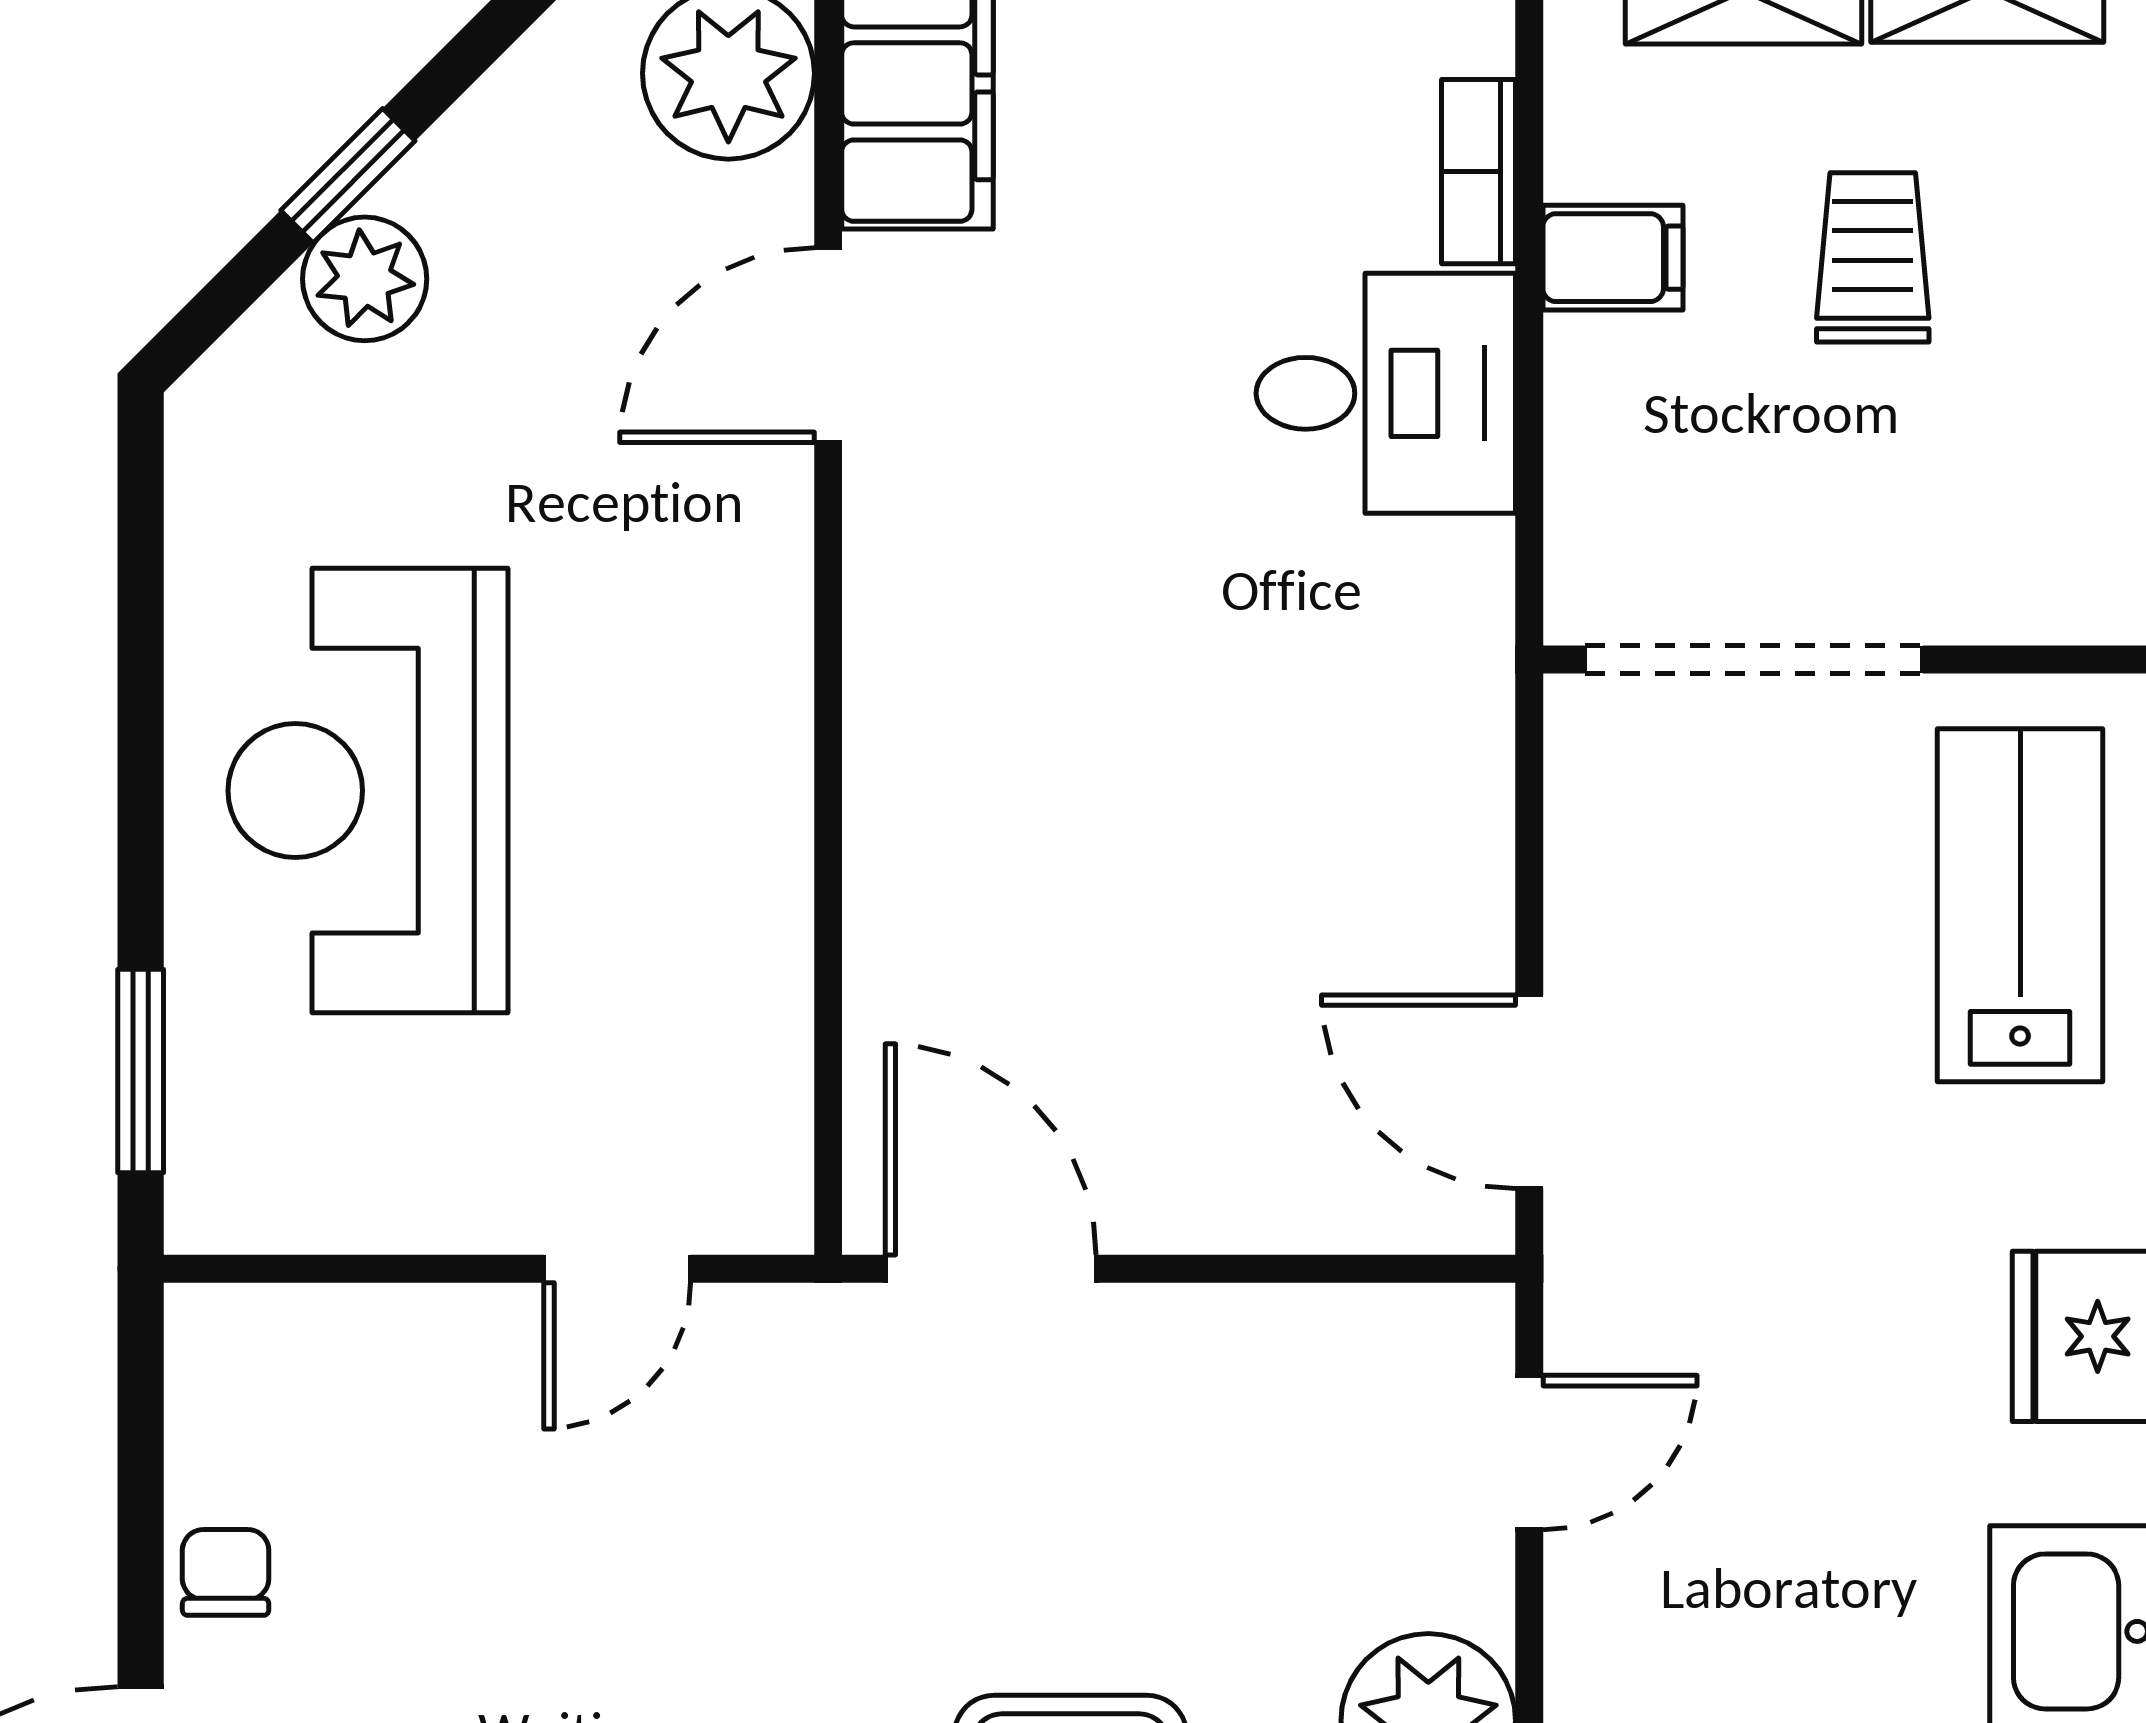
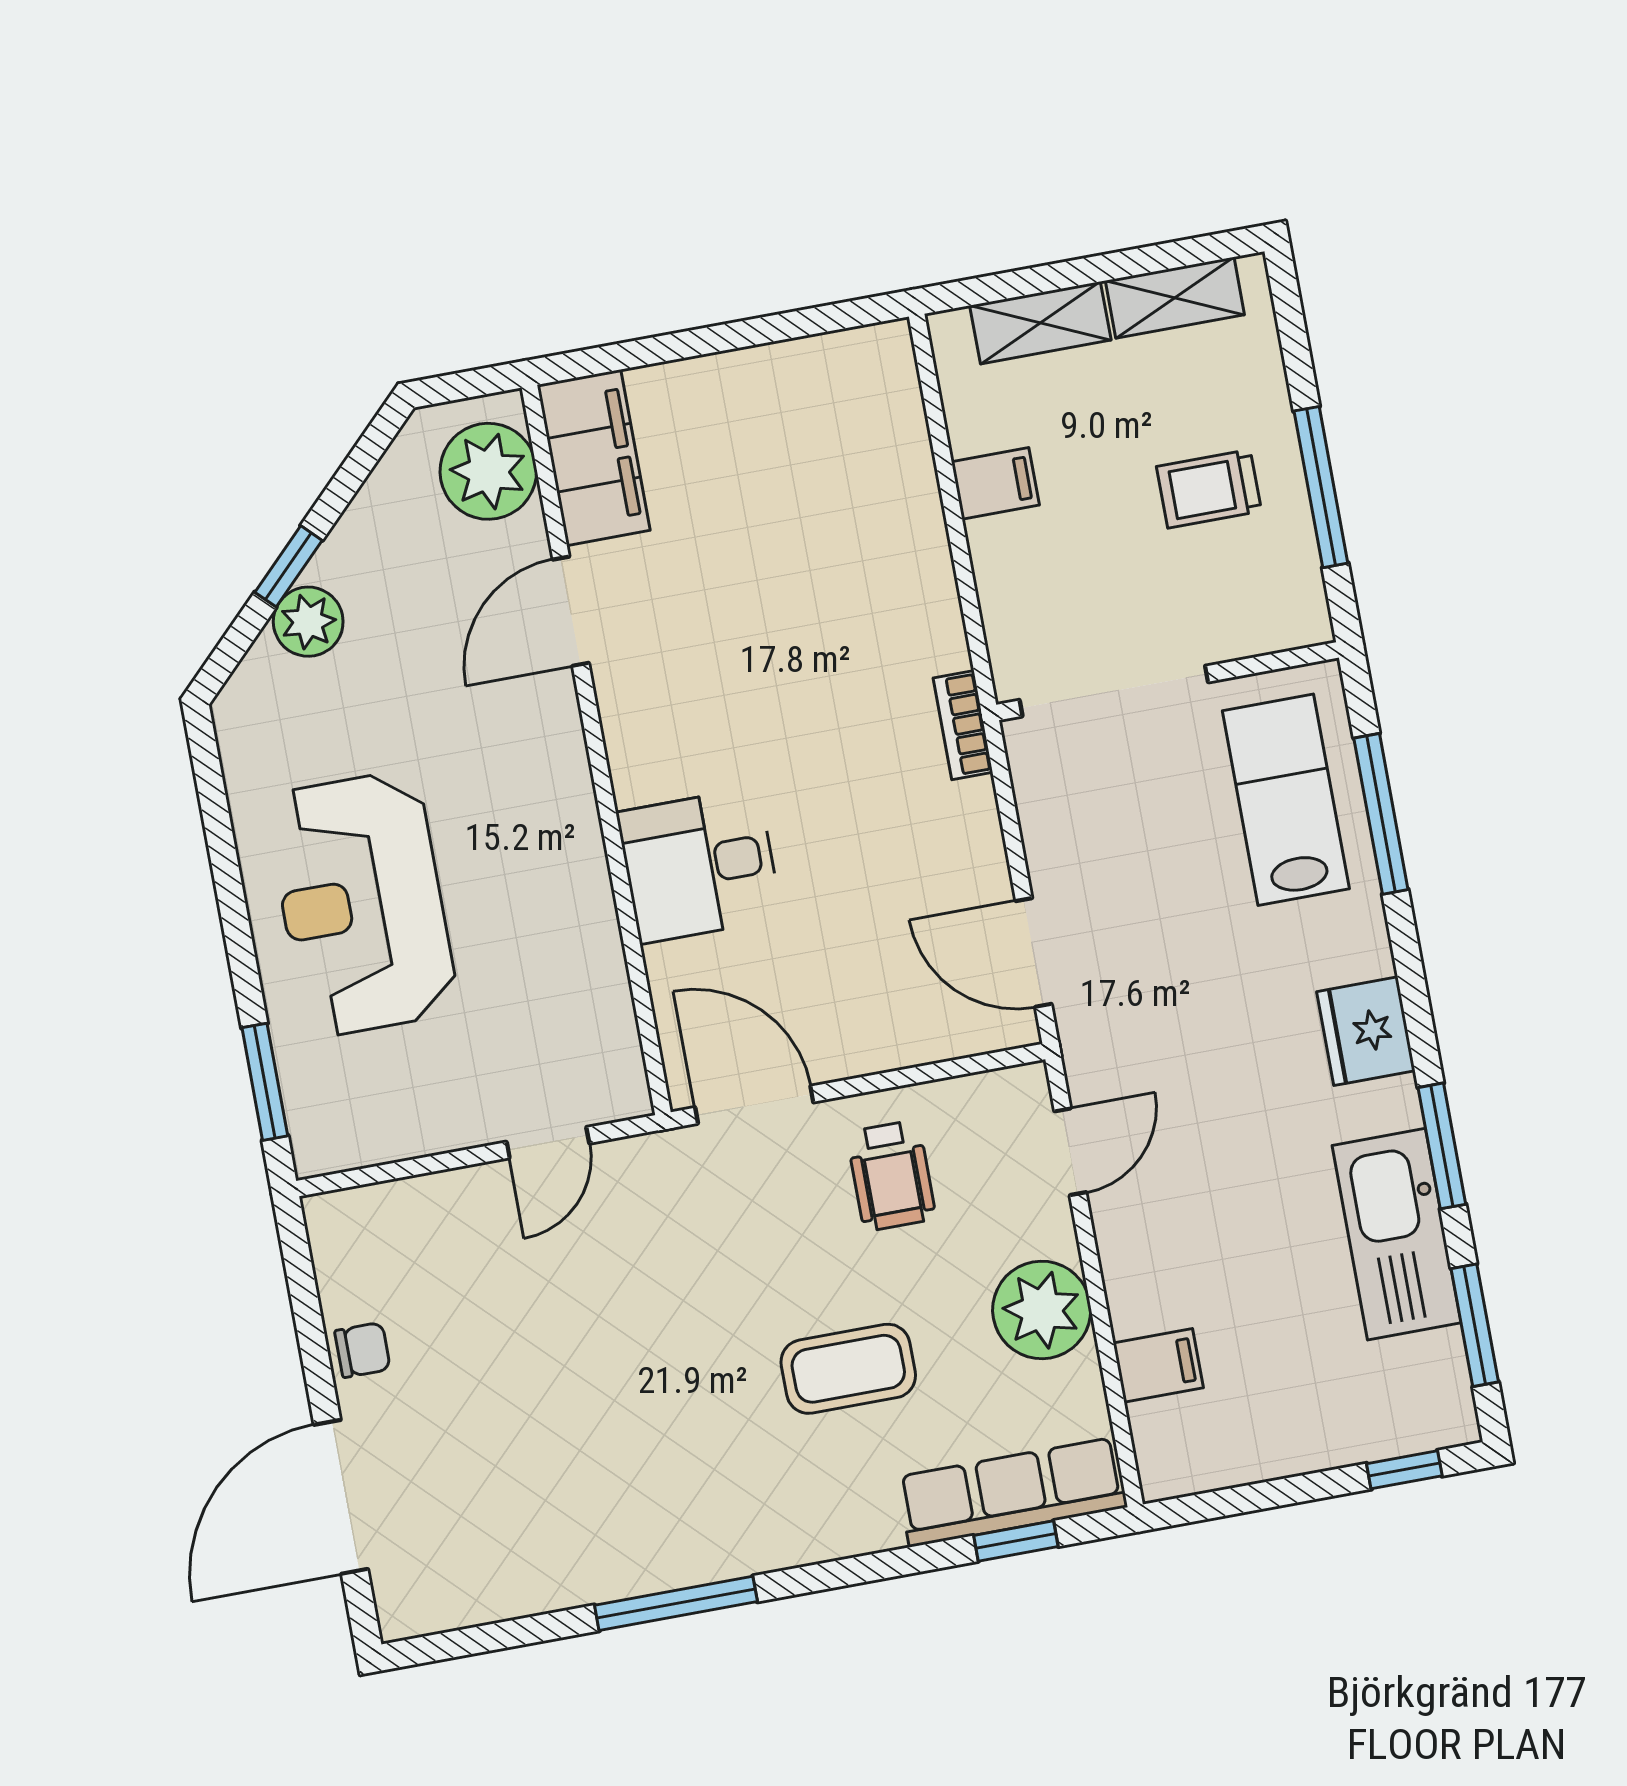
bookcase: (1478, 172) -> (963, 725), moved
trolley: (1873, 257) -> (1209, 489), moved, turned -90
desk: (1386, 393) -> (699, 865), moved, turned 180
wheelchair: (1208, 1437) -> (891, 1176), added
chair: (226, 1572) -> (362, 1350), turned 90

